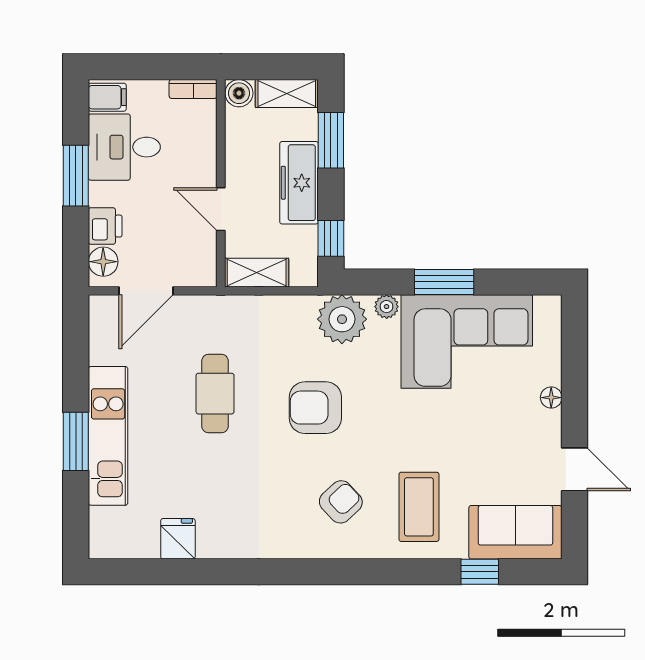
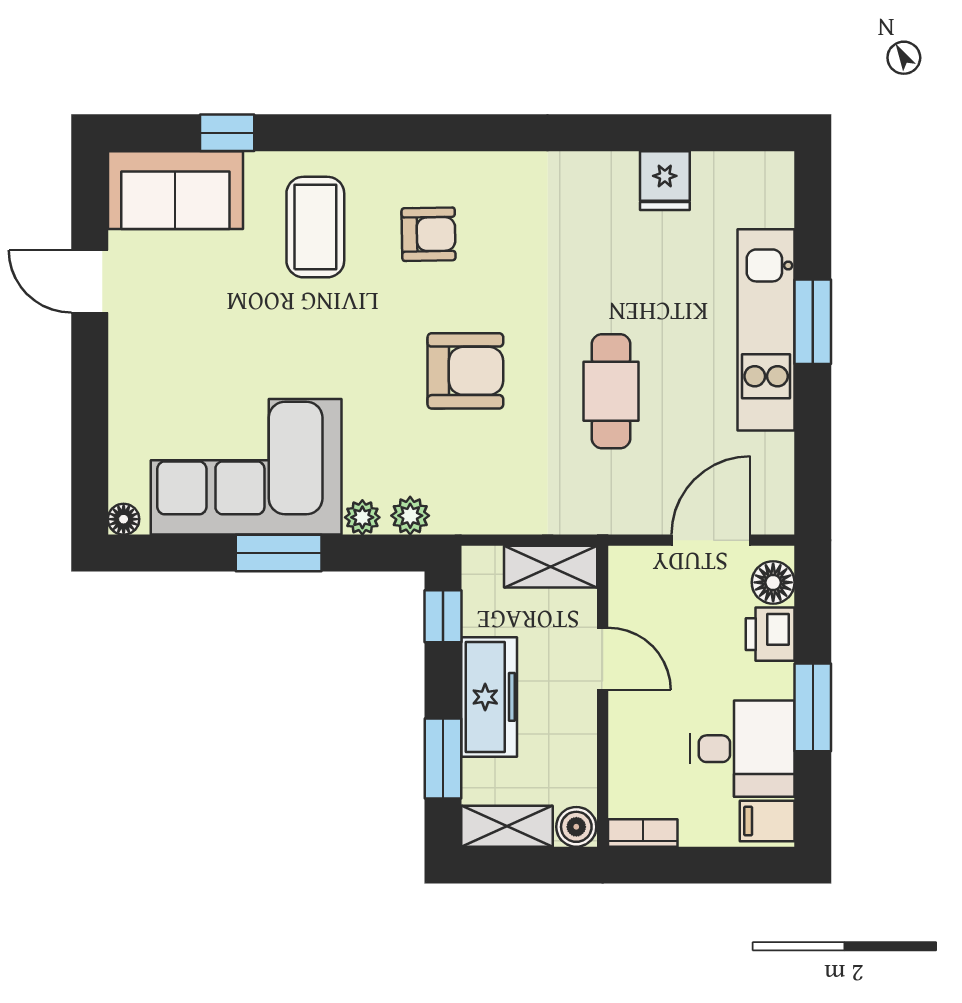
plant: (342, 319) -> (410, 516), width x0.53, depth x0.53
floor lamp: (551, 398) -> (124, 519), moved
armchair: (341, 502) -> (429, 234), turned -138

